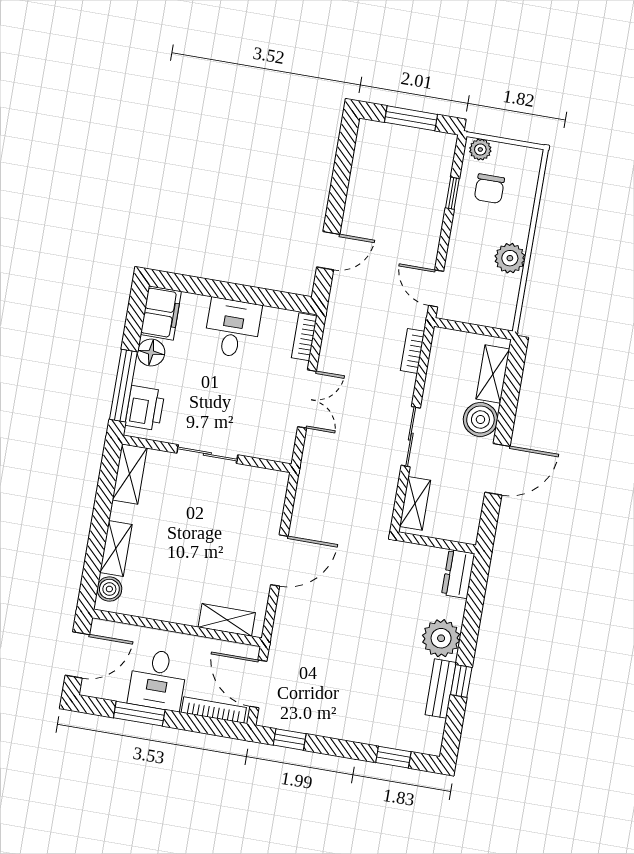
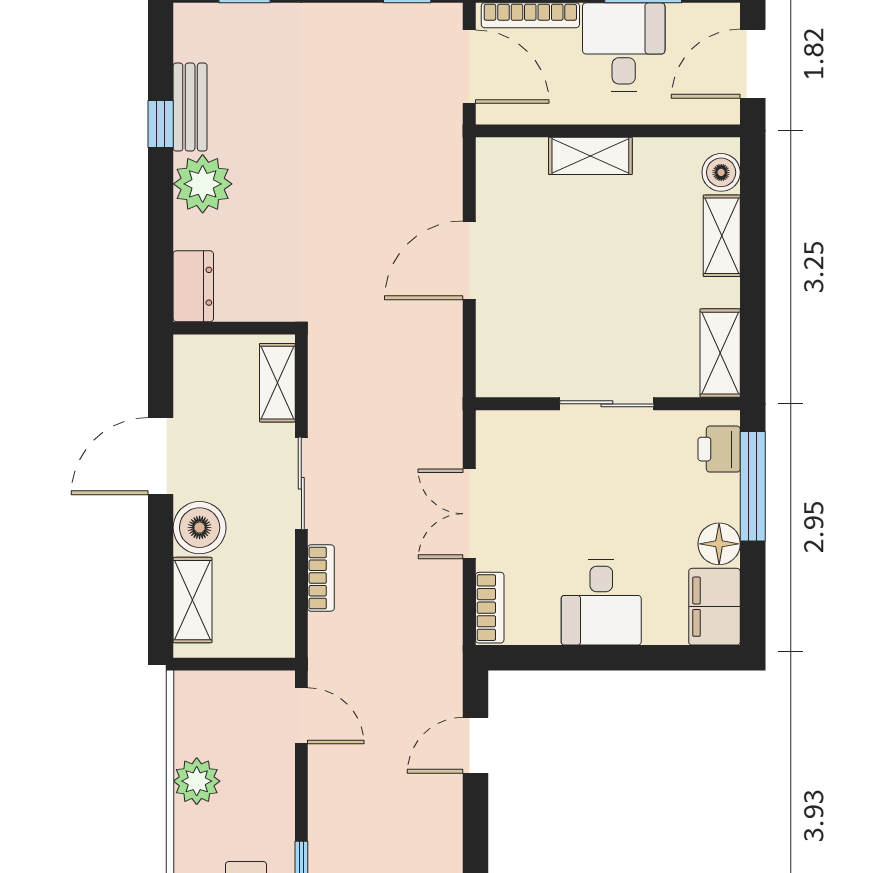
bookcase: (413, 351) -> (321, 578), moved
printer: (145, 408) -> (719, 449), width x0.73, depth x0.81
shelving: (227, 620) -> (590, 156), moved

